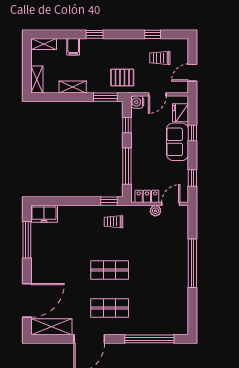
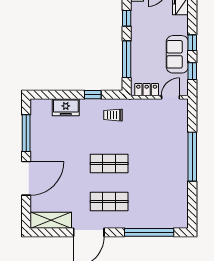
window: (192, 133) -> (192, 43), moved
sofa: (178, 142) -> (177, 54), moved
window: (109, 201) -> (93, 95), moved
plant: (155, 211) -> (155, 104), removed
freezer: (44, 214) -> (66, 107), moved
door: (27, 300) -> (26, 178), moved

